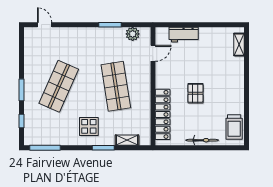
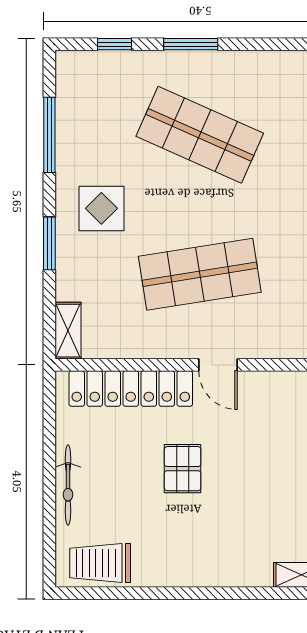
door: (153, 53) -> (218, 365), moved
pallet: (195, 93) -> (183, 469), turned 90
shelving: (127, 140) -> (68, 331), moved
window: (45, 148) -> (49, 135), moved

